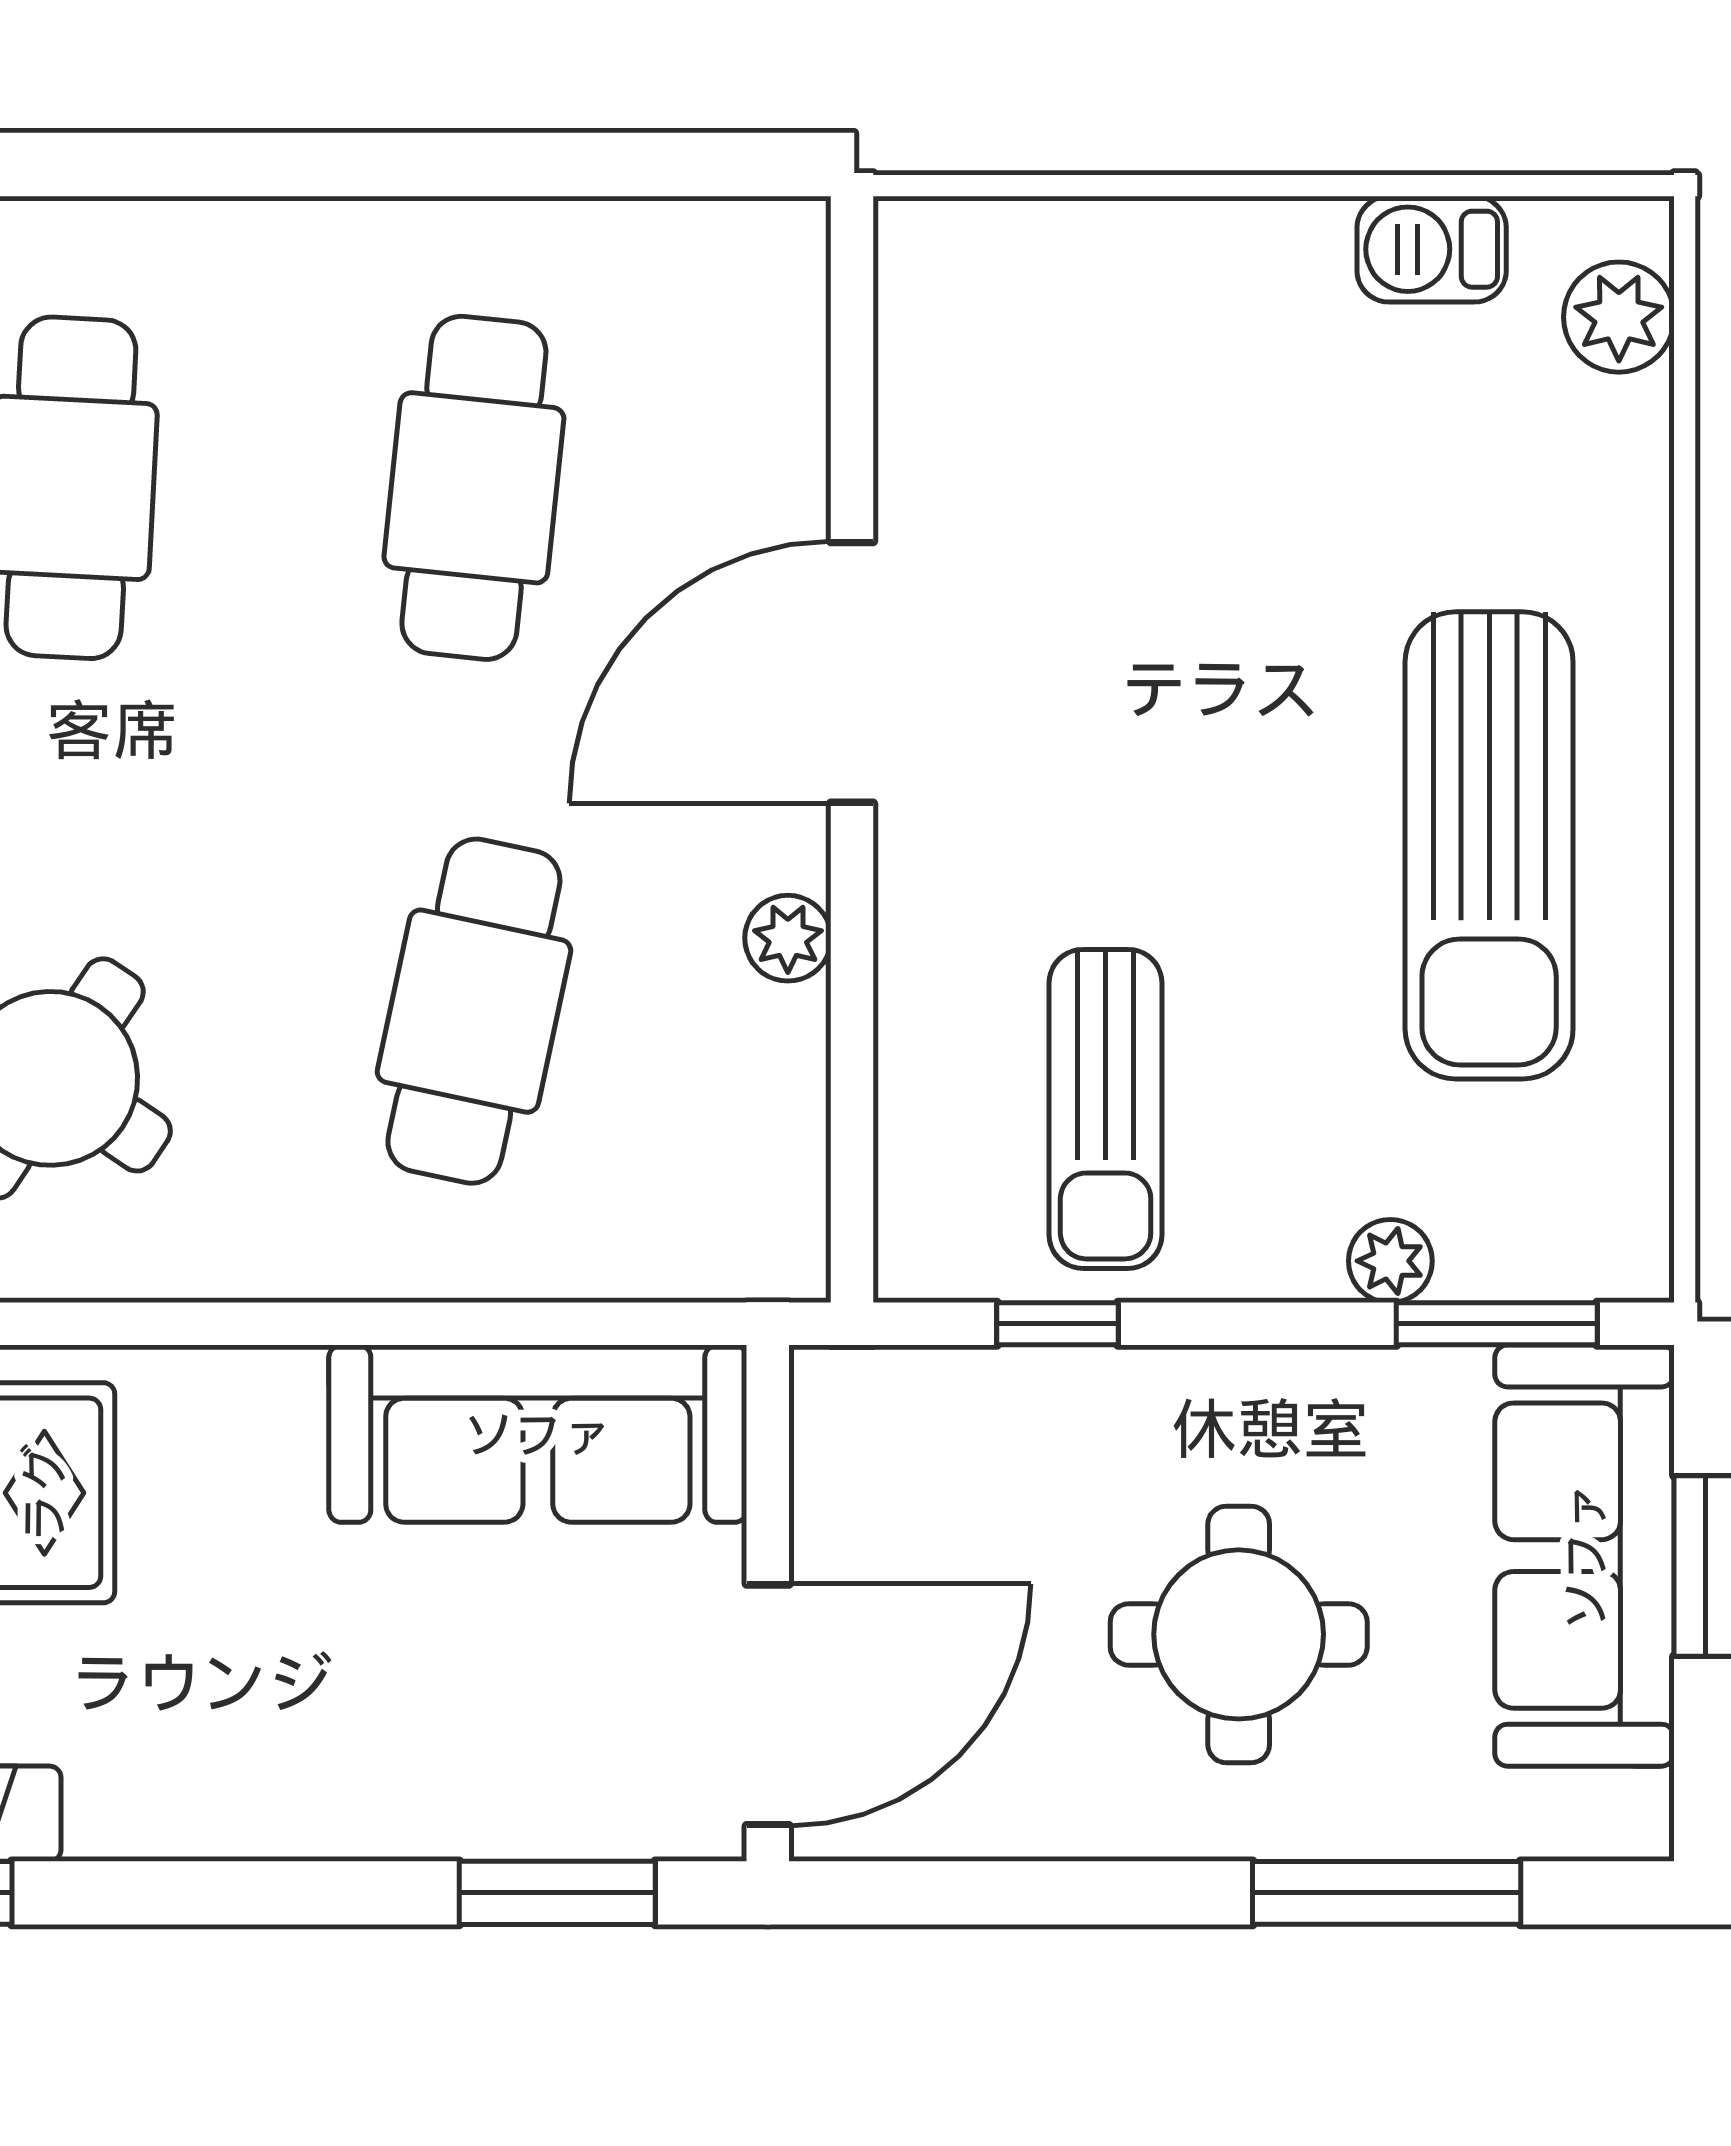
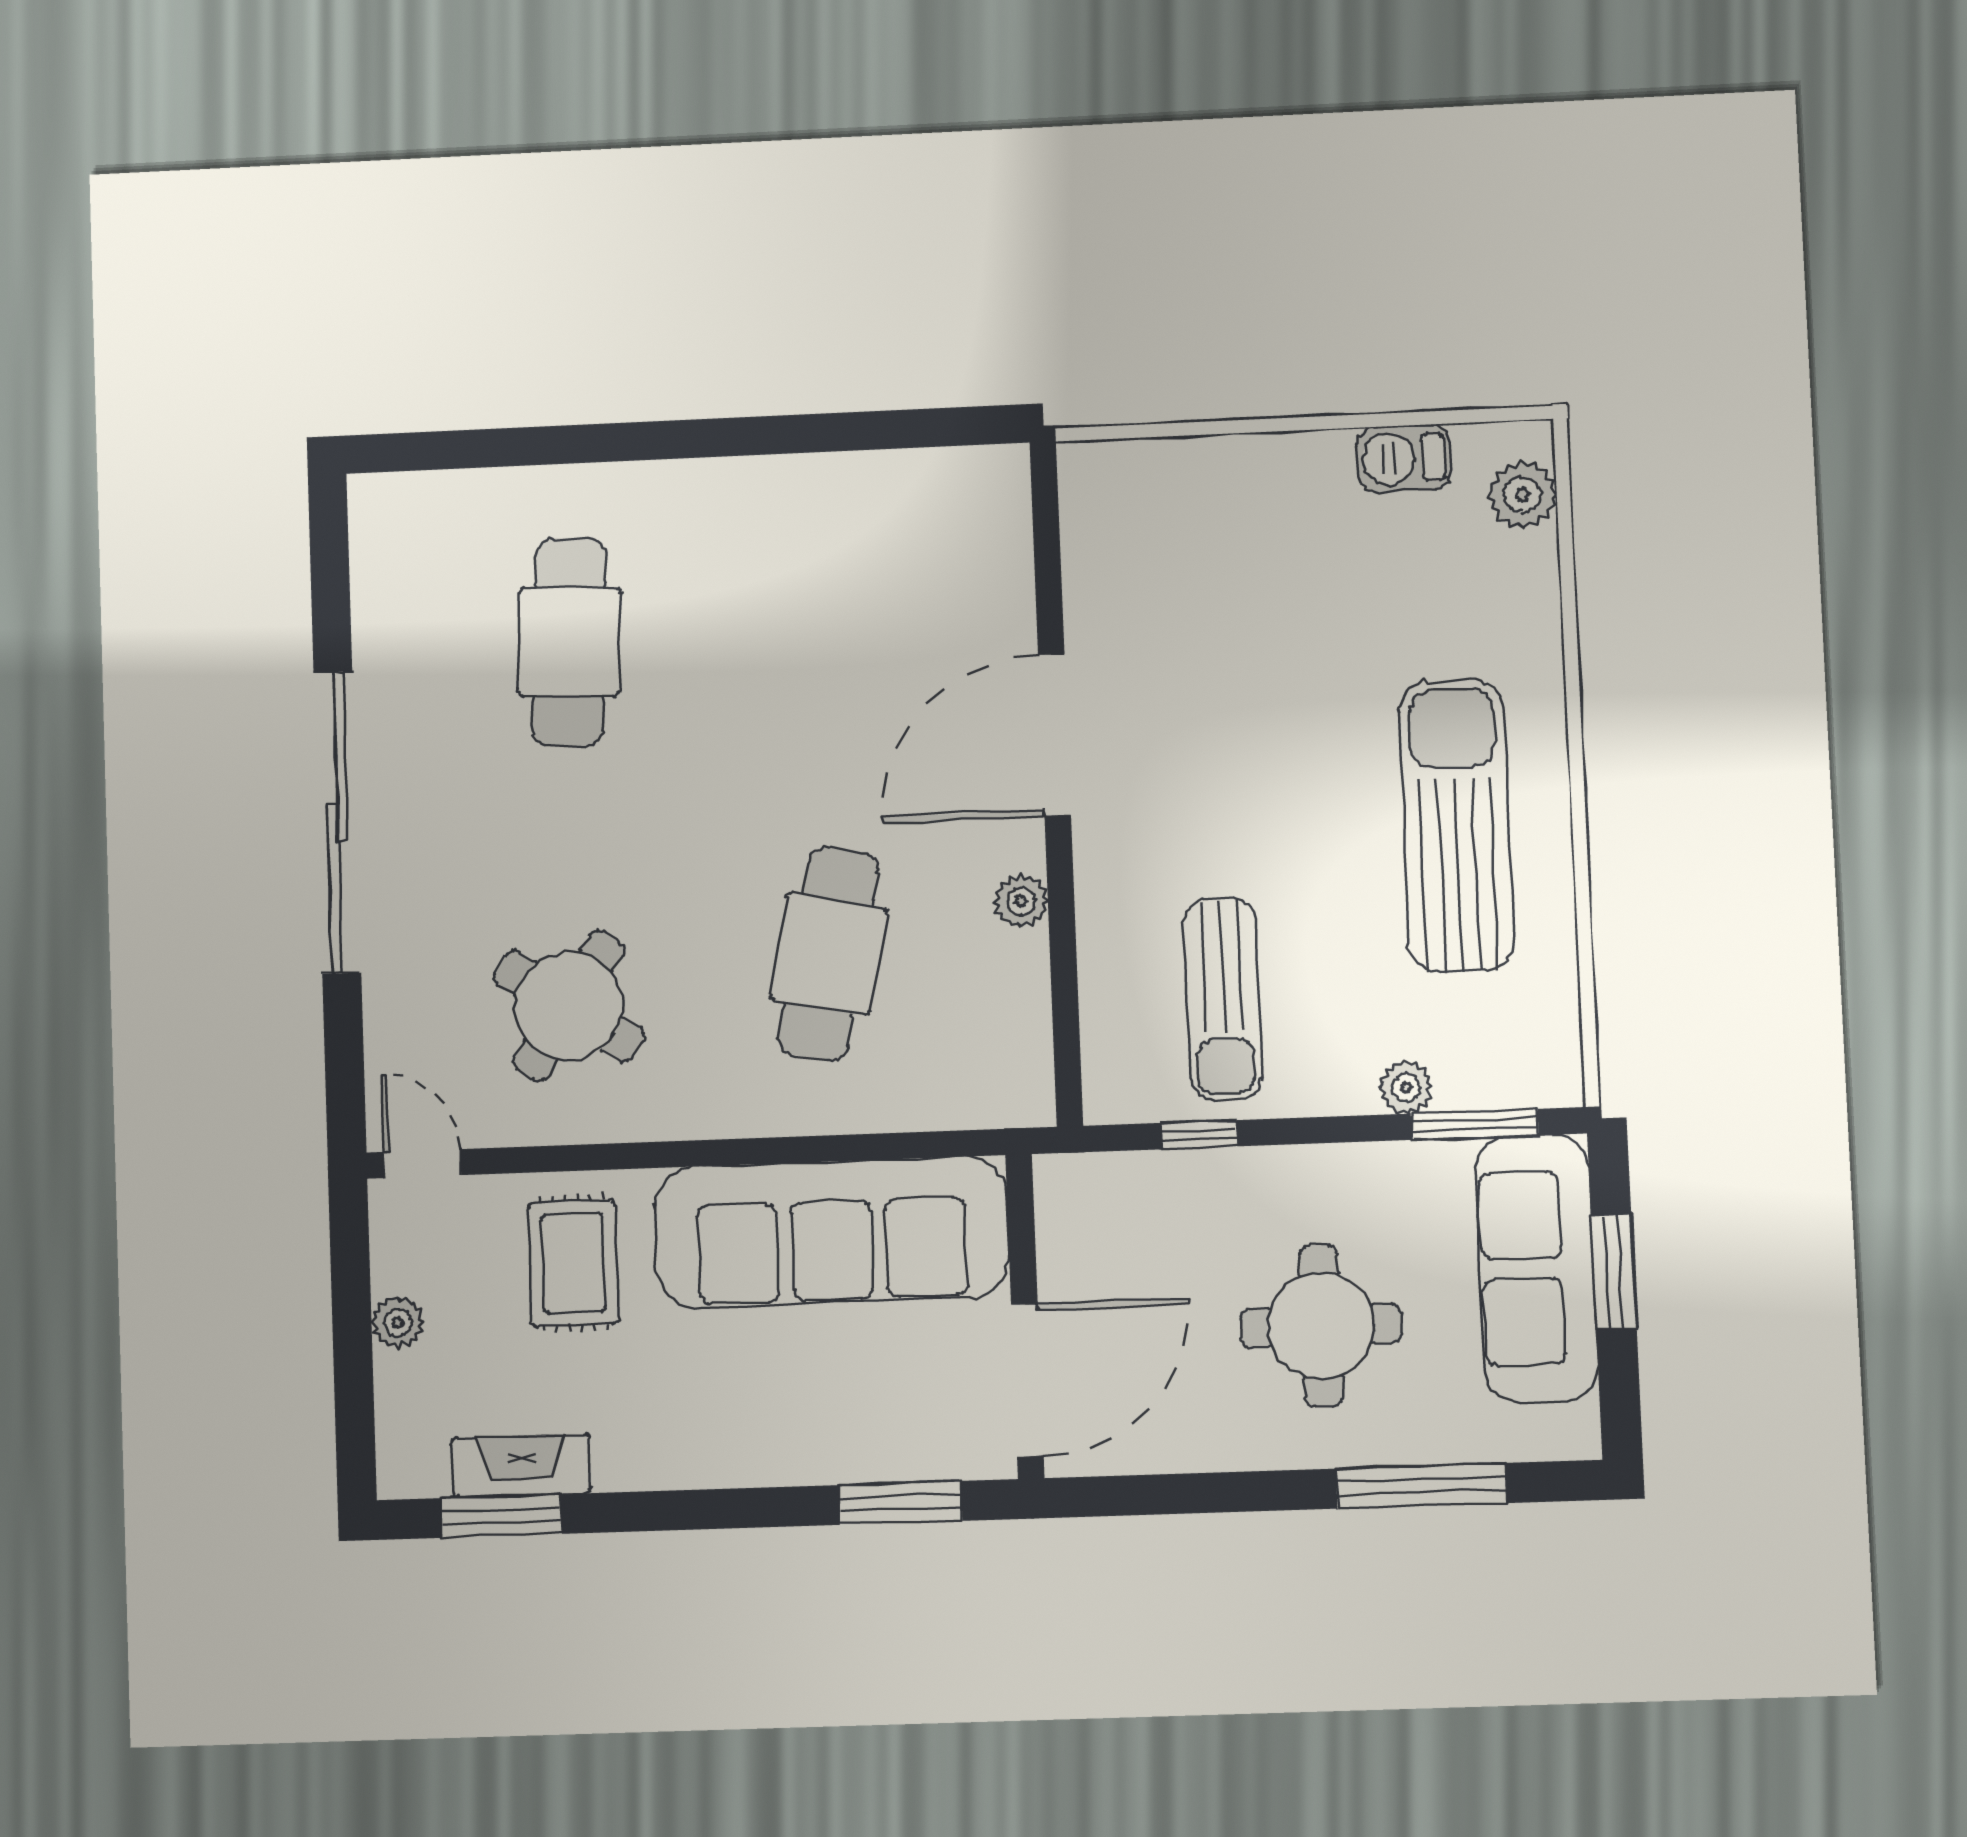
cafe table: (474, 488) -> (817, 631), removed
sun lounger: (1489, 845) -> (1456, 826), turned 180
sofa: (538, 1434) -> (831, 1232), width x1.36, depth x1.27

